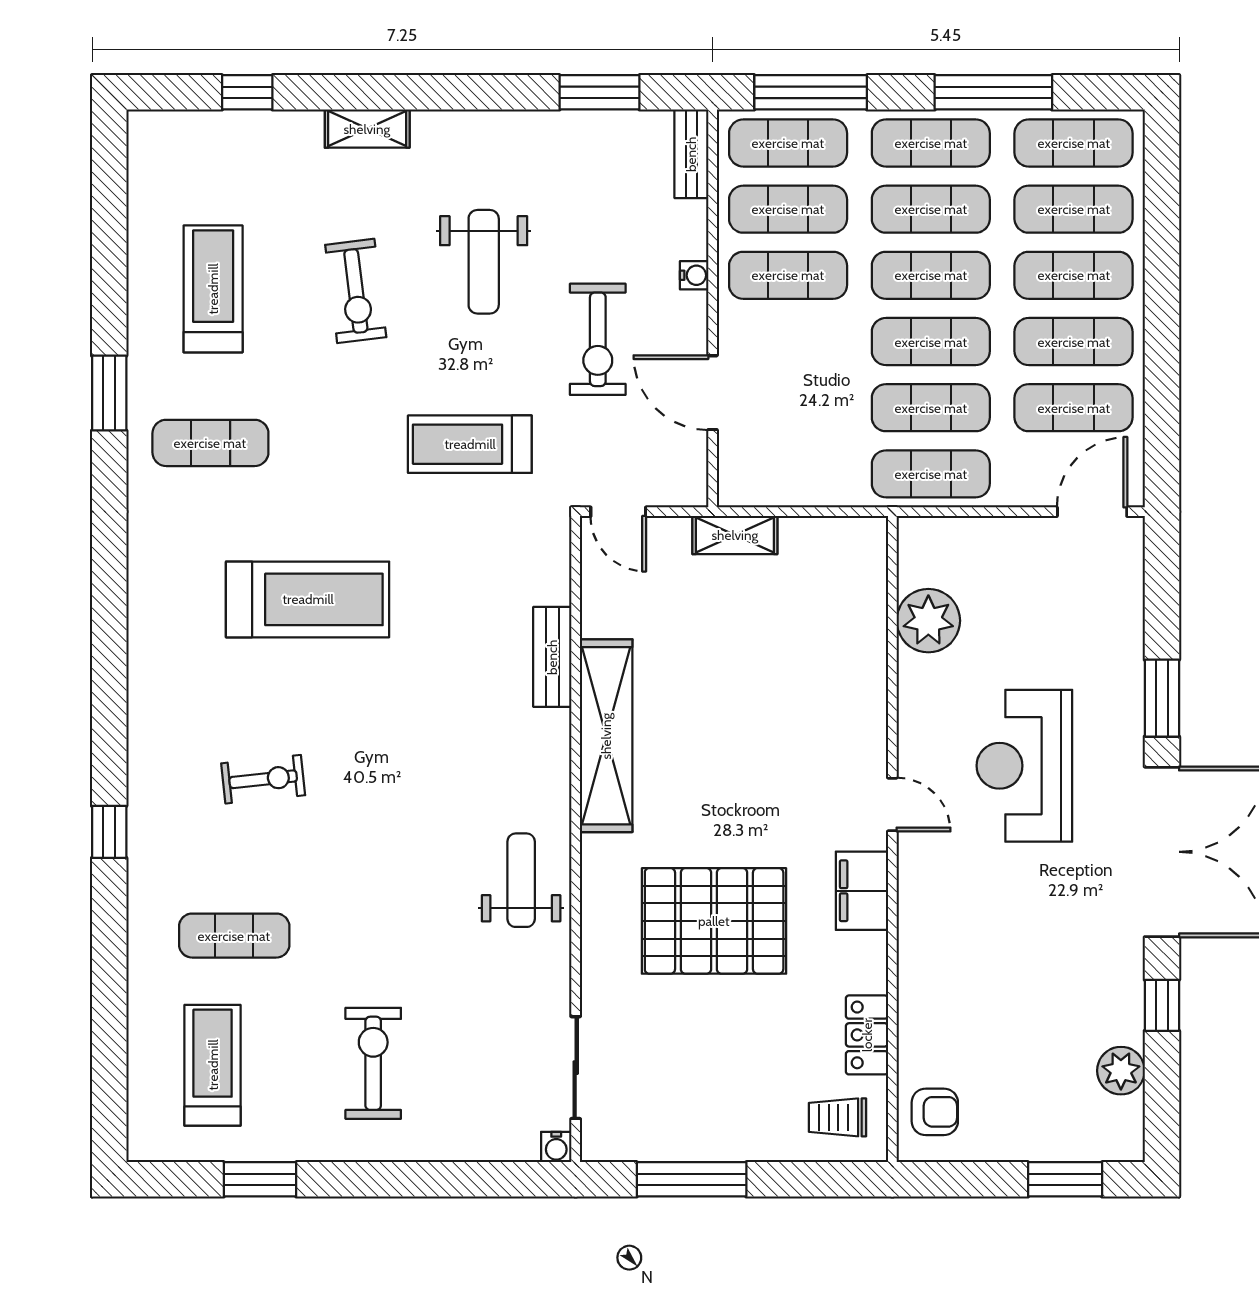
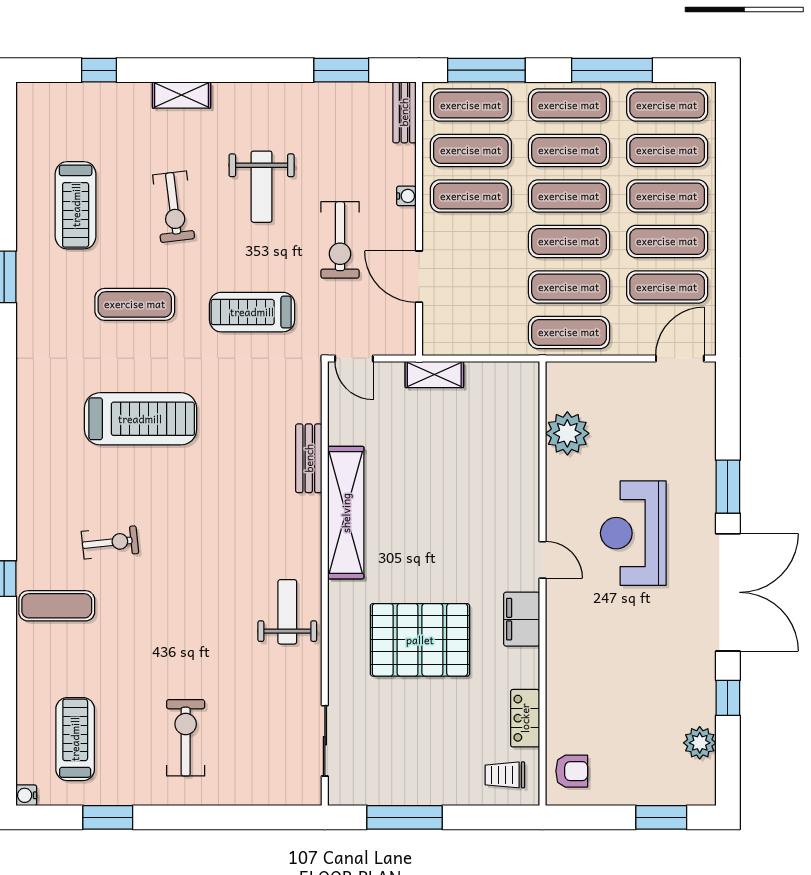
treadmill: (213, 289) -> (76, 205), turned 180
exercise mat: (210, 443) -> (135, 304), moved
exercise mat: (234, 936) -> (57, 606), moved
water cooler: (556, 1147) -> (26, 795), moved, turned 90

